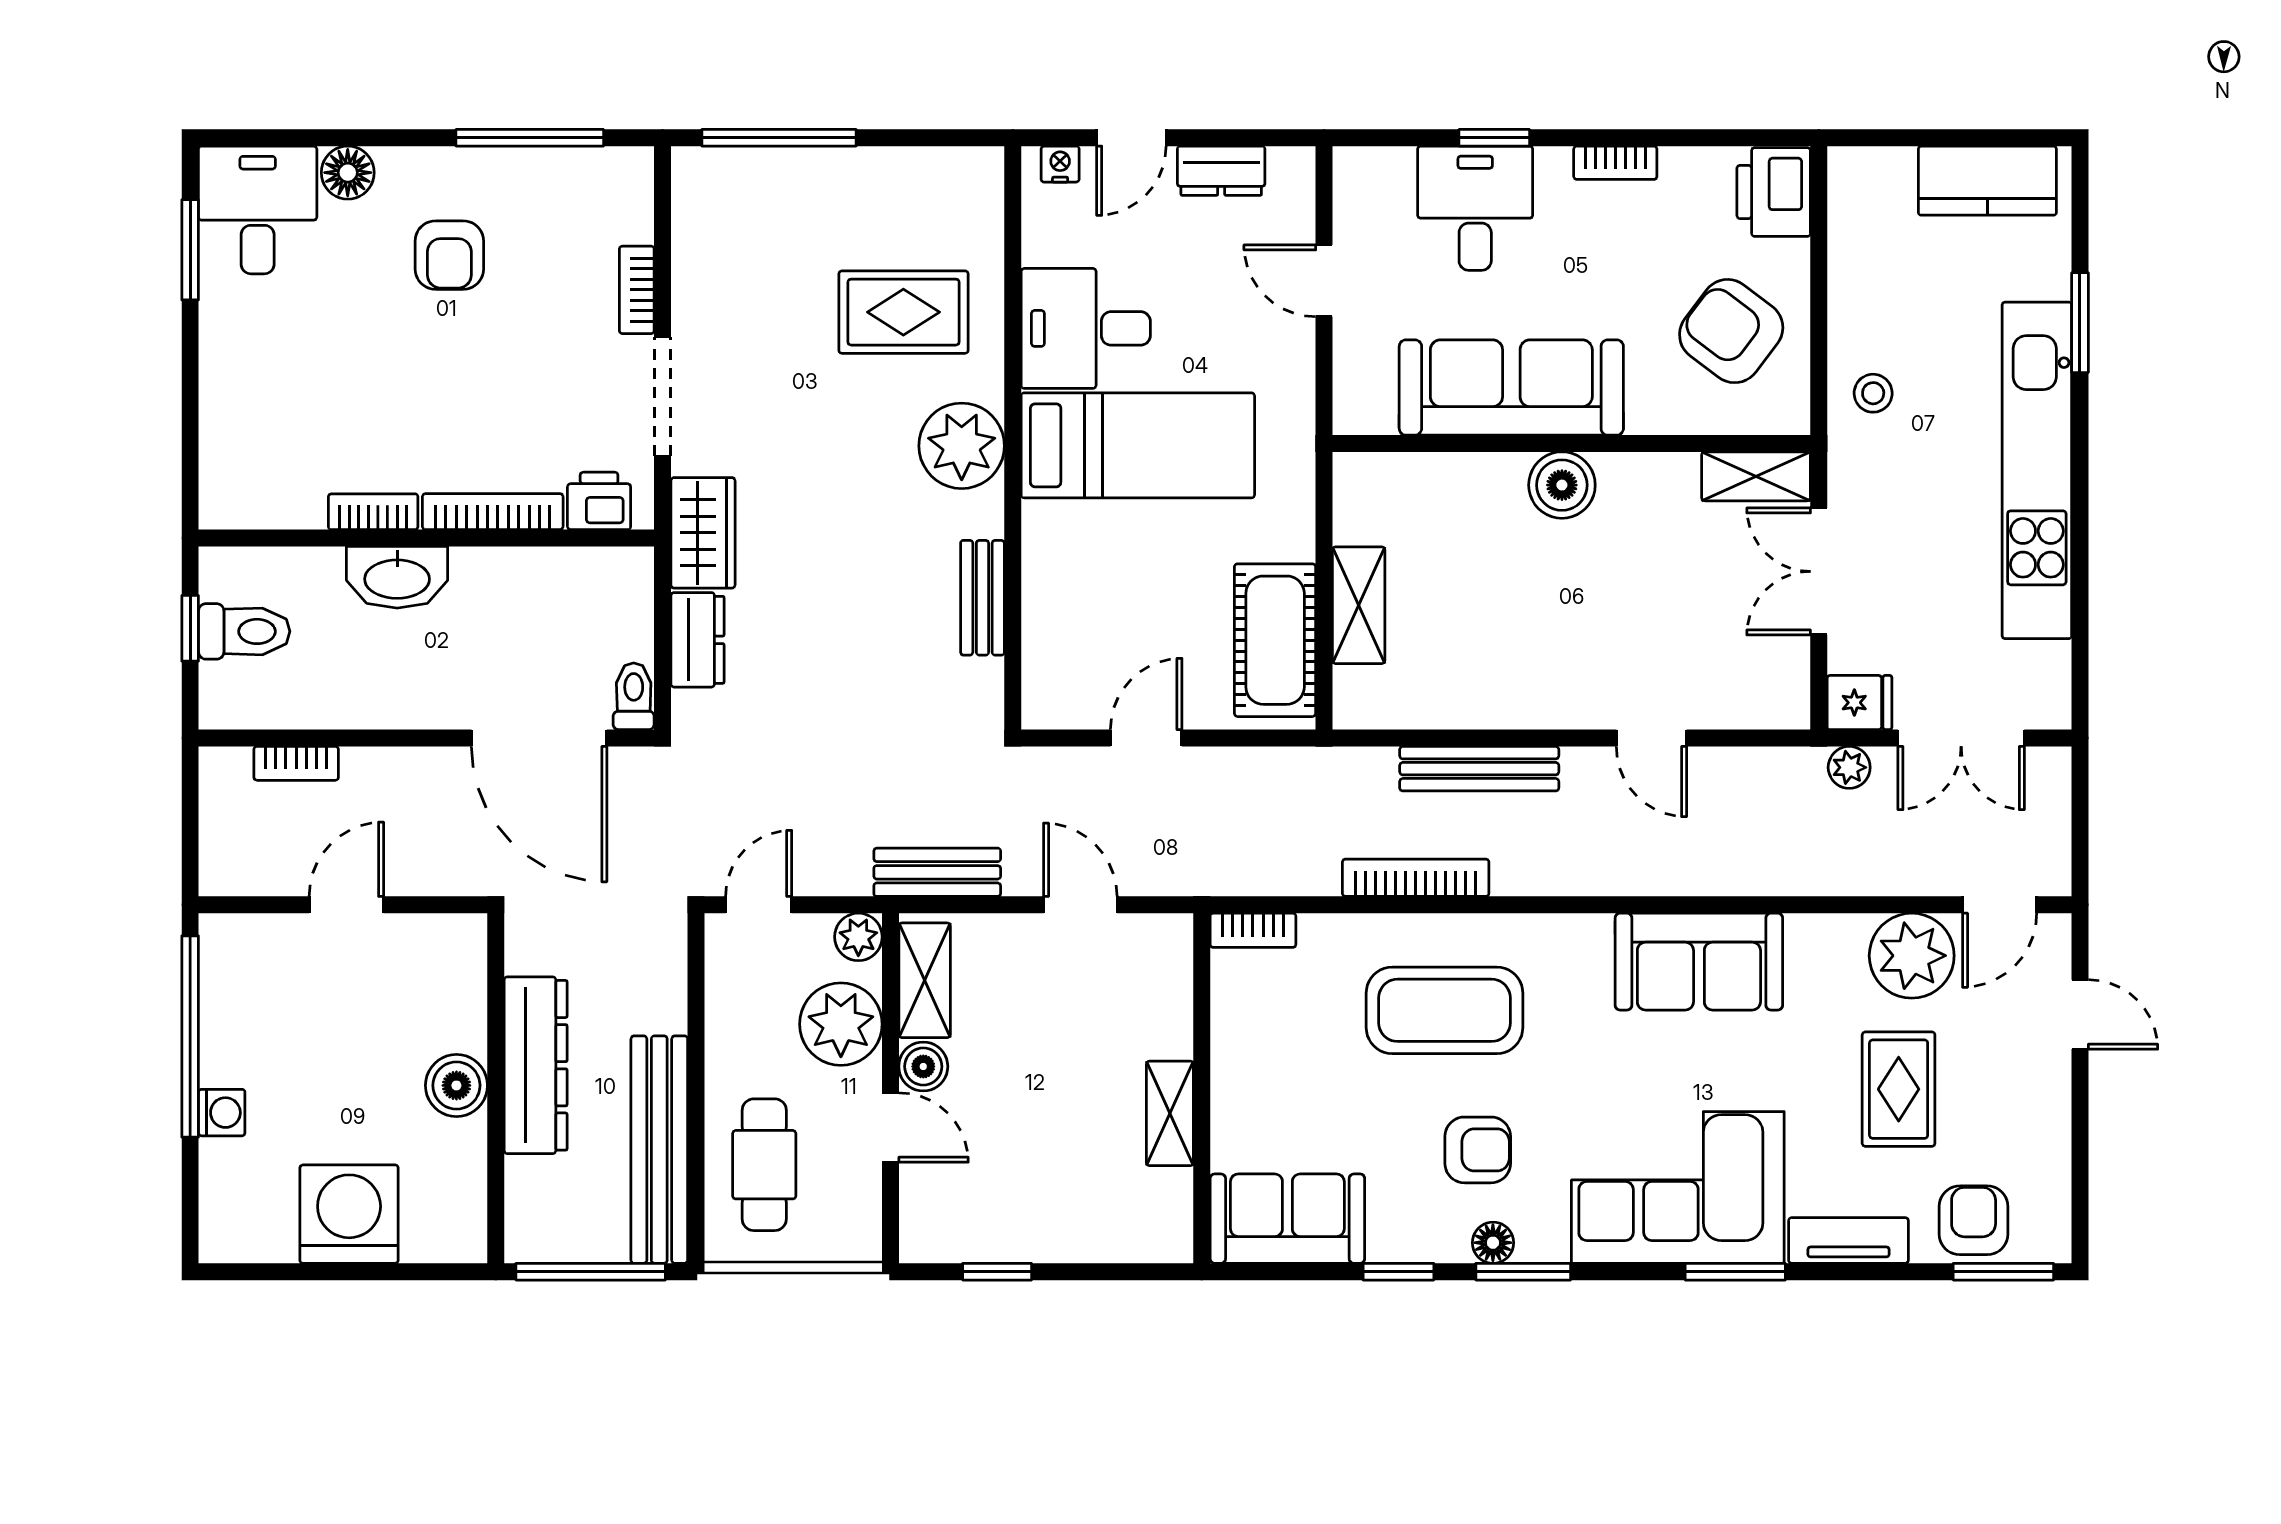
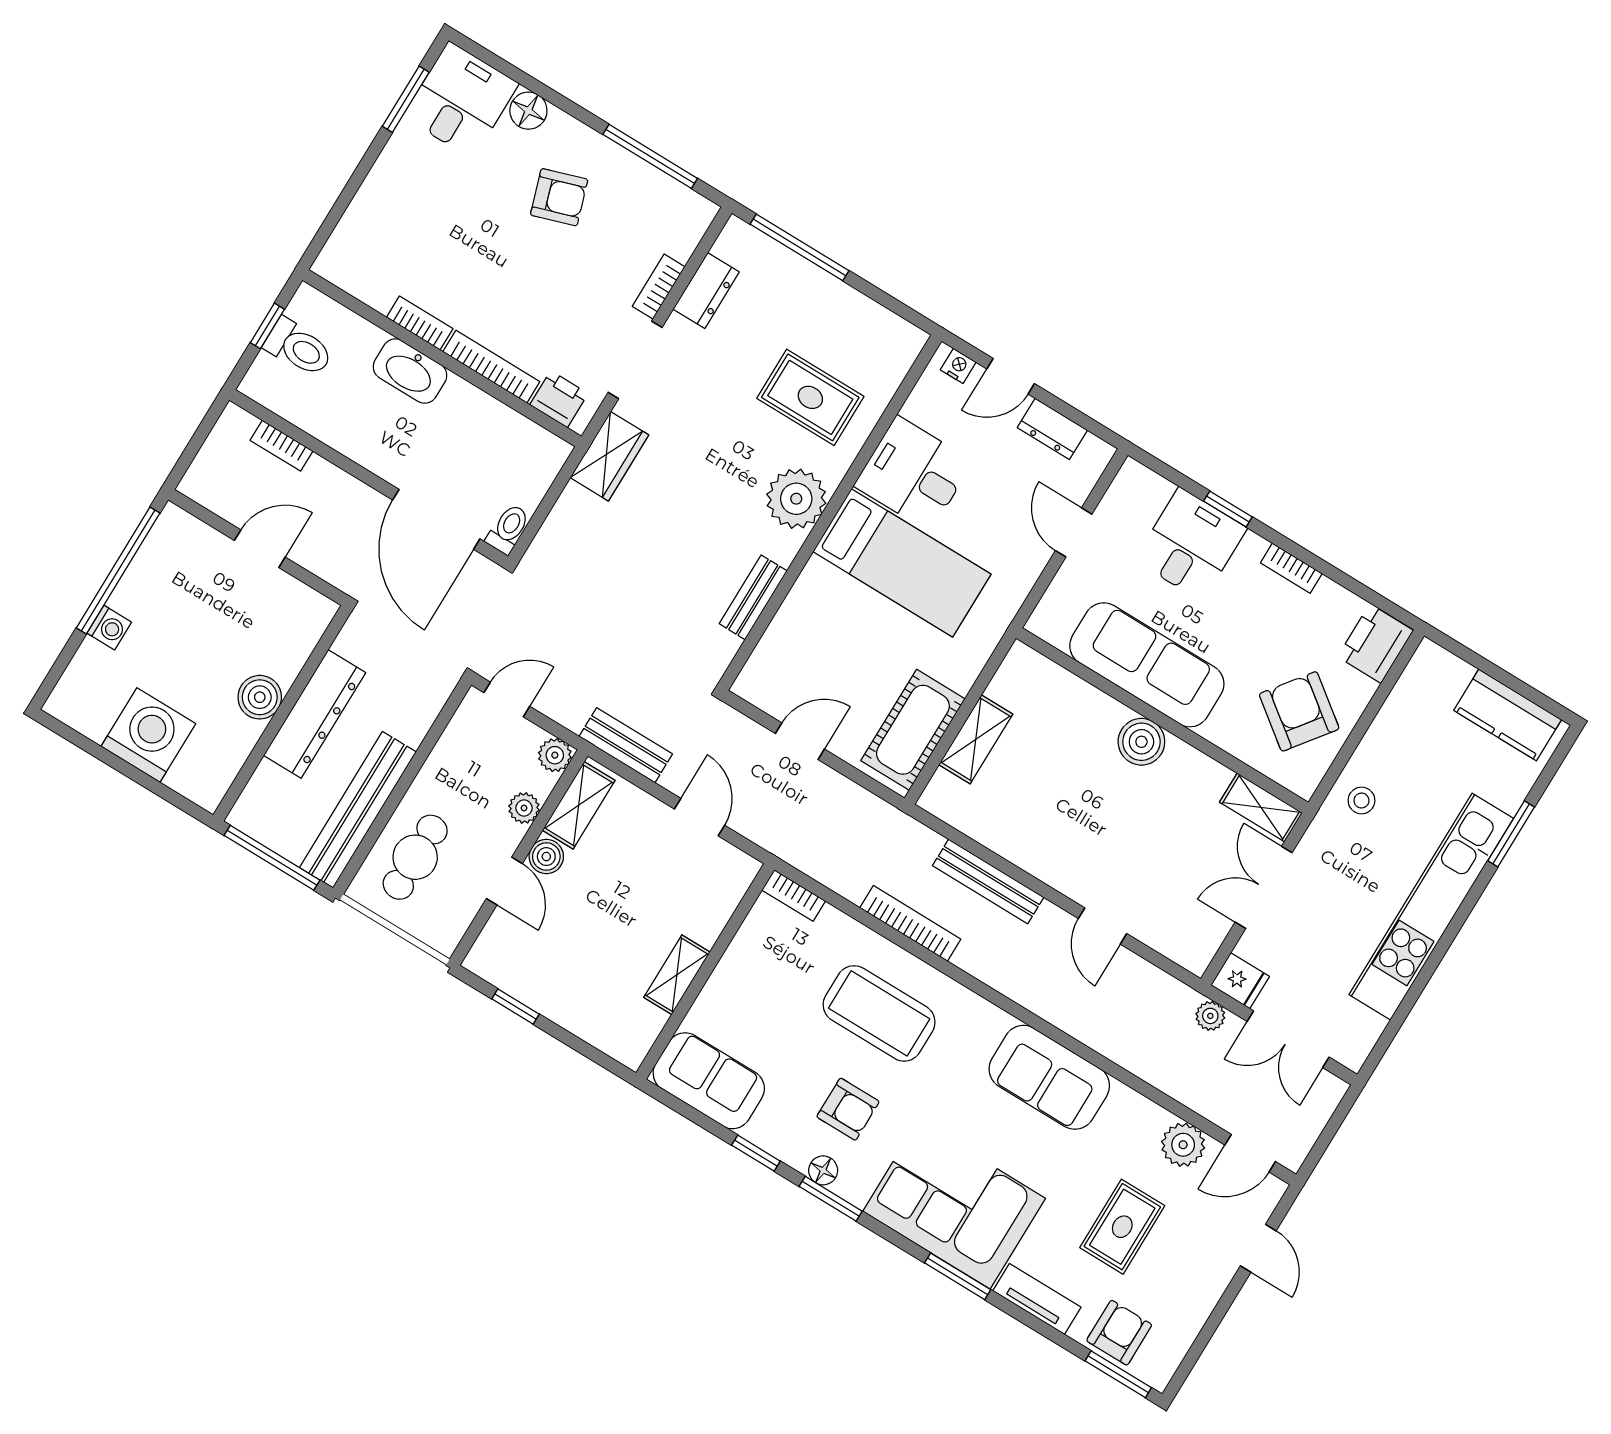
armchair: (449, 255) -> (559, 197), turned -108
dresser: (697, 640) -> (706, 291), moved
plant: (1912, 956) -> (1183, 1145), width x0.73, depth x0.73
plant: (841, 1024) -> (524, 808), width x0.53, depth x0.53

